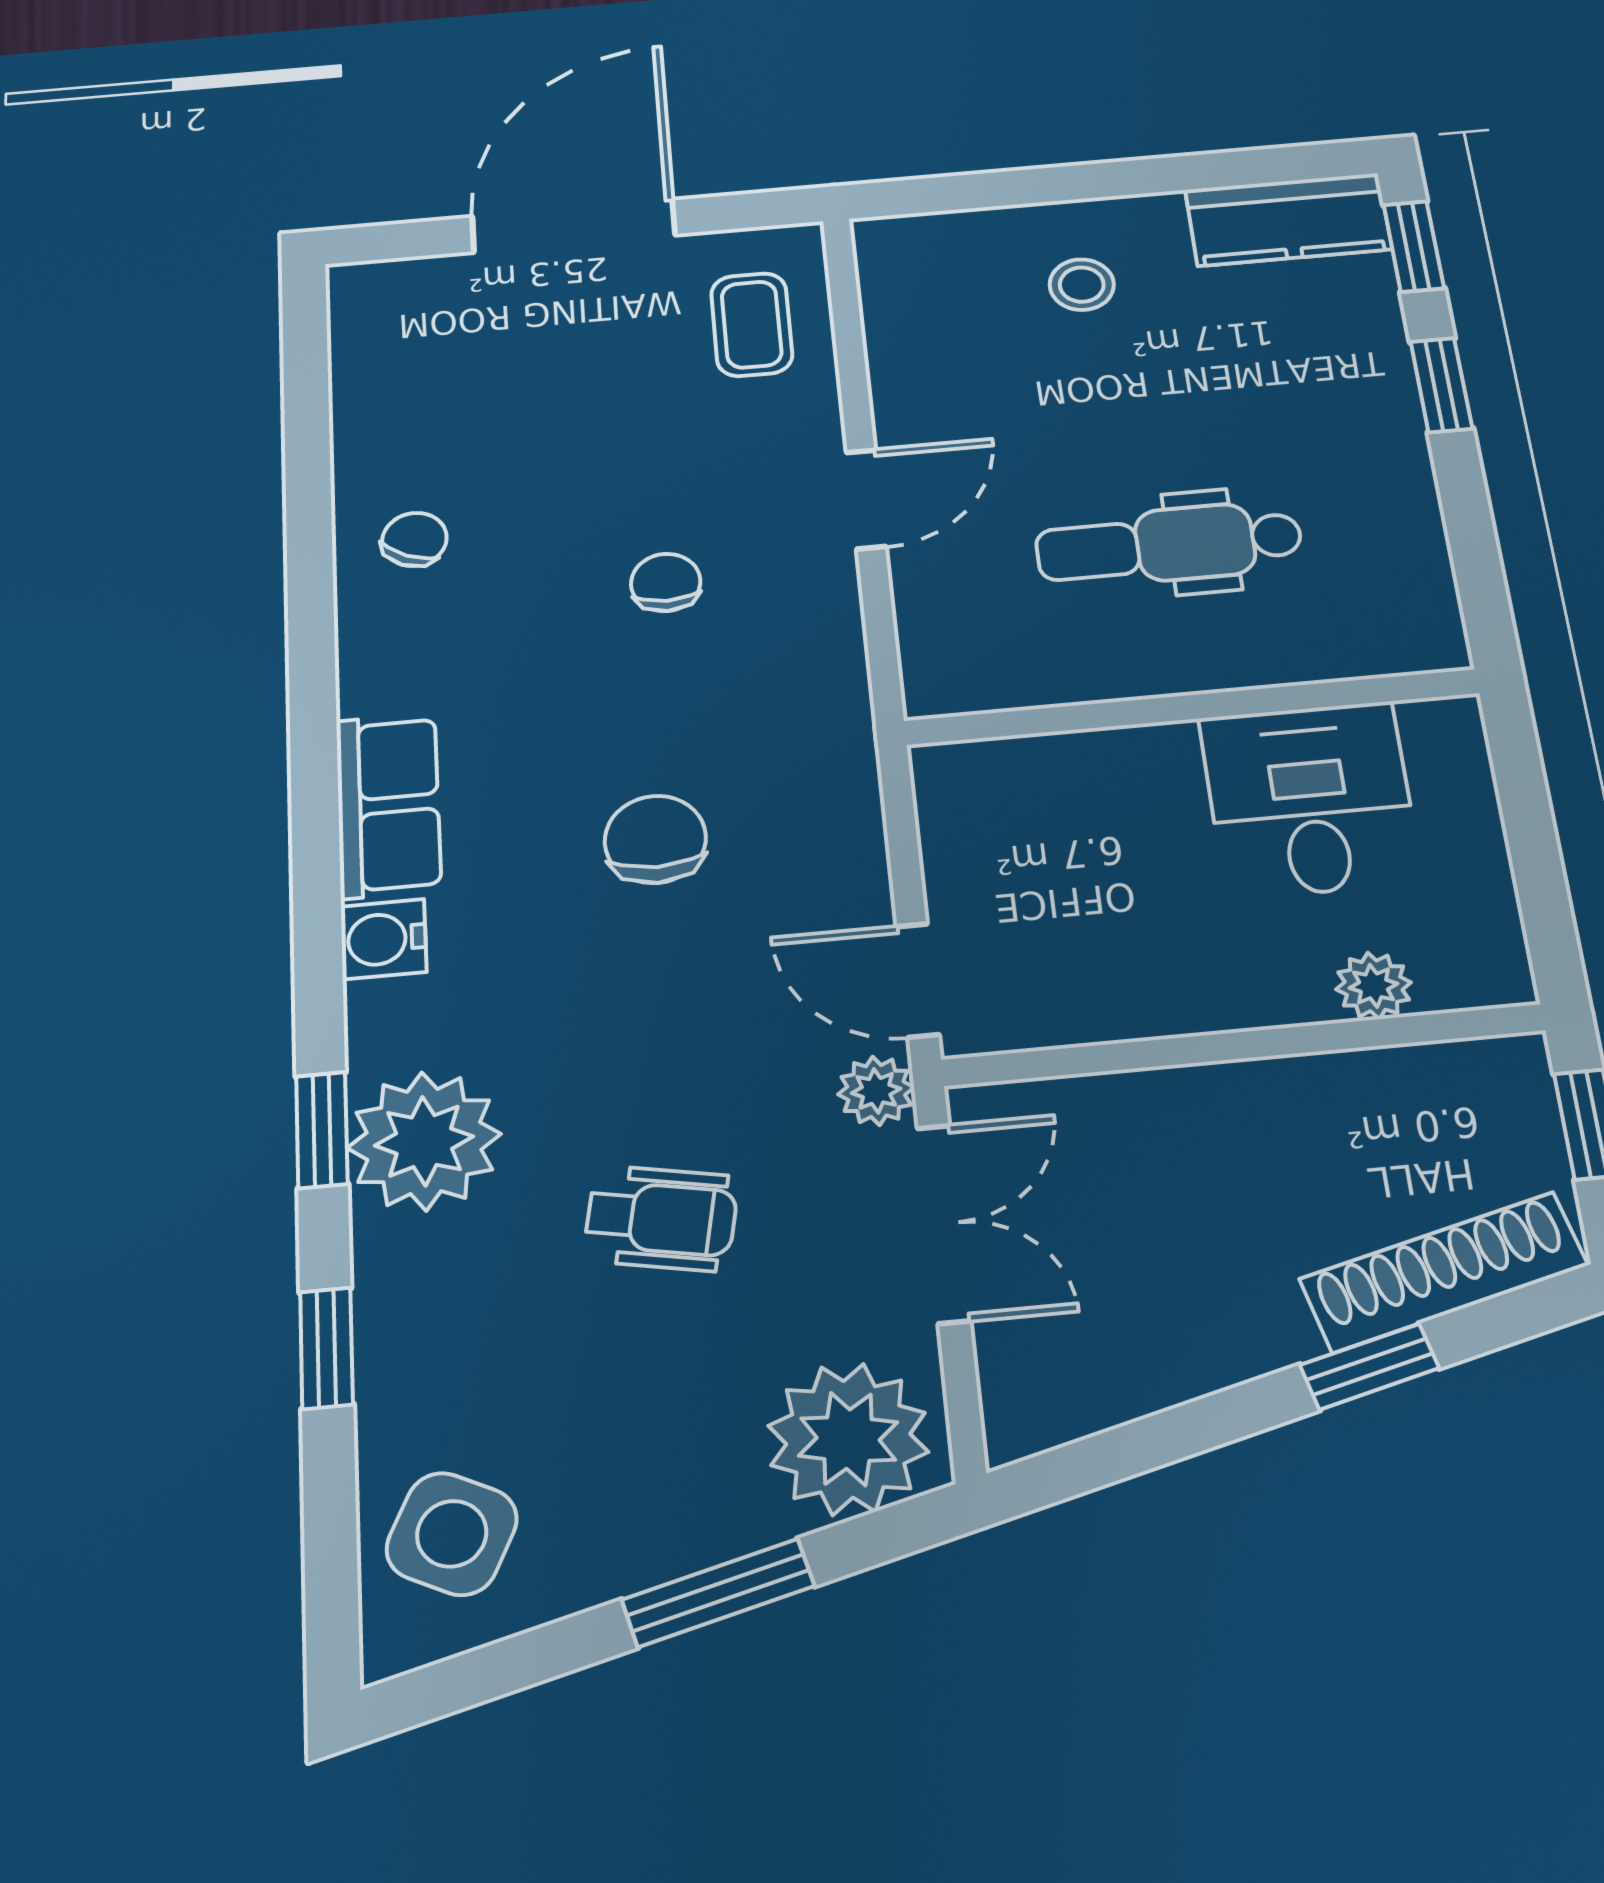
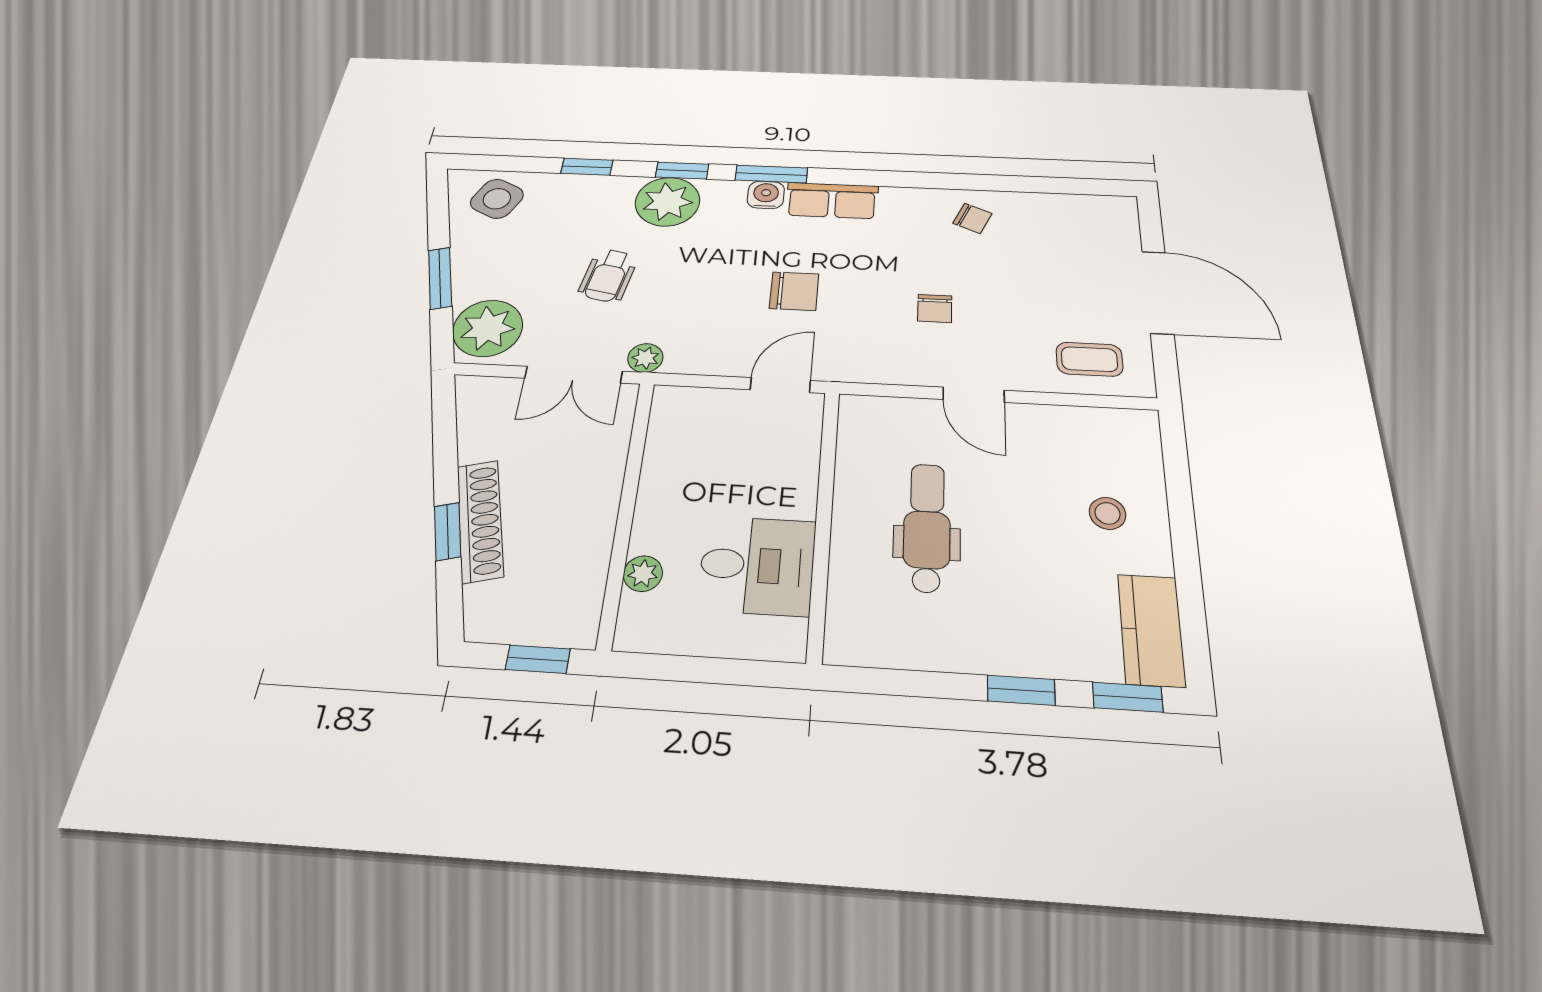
chair: (666, 582) -> (935, 309), turned 90
window: (318, 939) -> (771, 174), added
door: (918, 980) -> (780, 385), moved
shoe rack: (1444, 1272) -> (480, 521), moved

